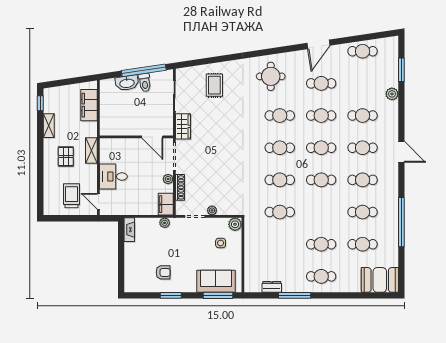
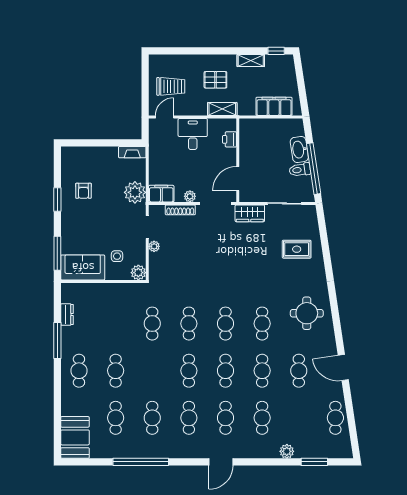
printer: (118, 144) -> (229, 139), added
plant: (165, 223) -> (135, 192), width x1.87, depth x1.87
sofa: (216, 281) -> (83, 267), moved, turned -90

